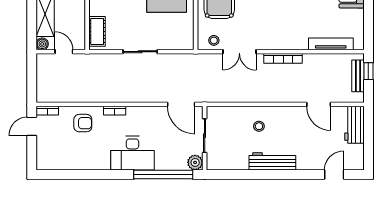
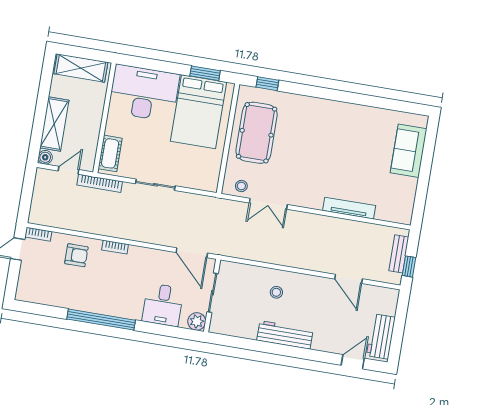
tv unit: (331, 44) -> (349, 208), moved
door: (64, 52) -> (68, 170), hinge flipped
bookcase: (283, 58) -> (100, 183), moved
window: (368, 71) -> (409, 266), moved
workbench: (354, 125) -> (381, 336), moved
desk: (133, 153) -> (163, 305), moved, width x0.73
window: (163, 175) -> (101, 320), moved

